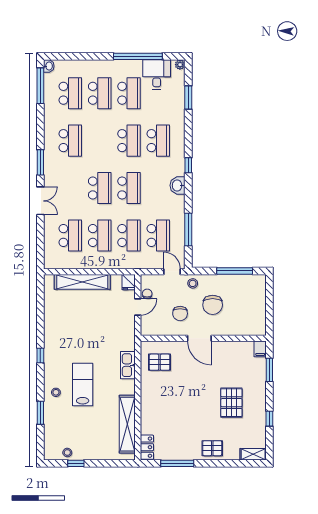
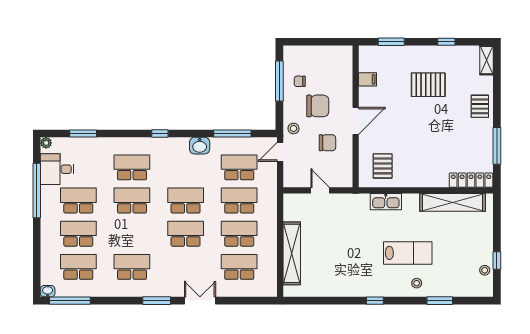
washbasin: (178, 185) -> (200, 146), moved
fridge: (129, 282) -> (292, 201), removed
chair: (147, 294) -> (300, 81), moved
filing cabinet: (260, 349) -> (367, 79), moved
lab bench: (83, 384) -> (408, 253), turned 180
locker: (147, 447) -> (471, 180), width x1.53

